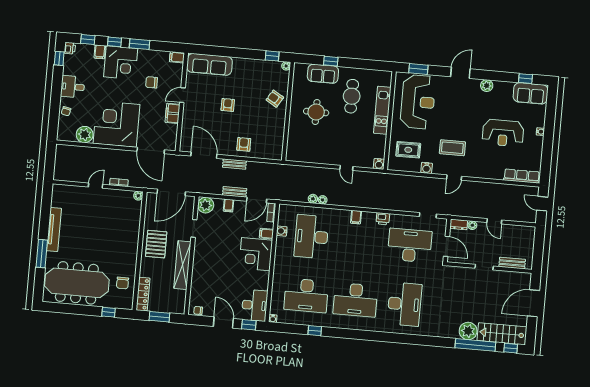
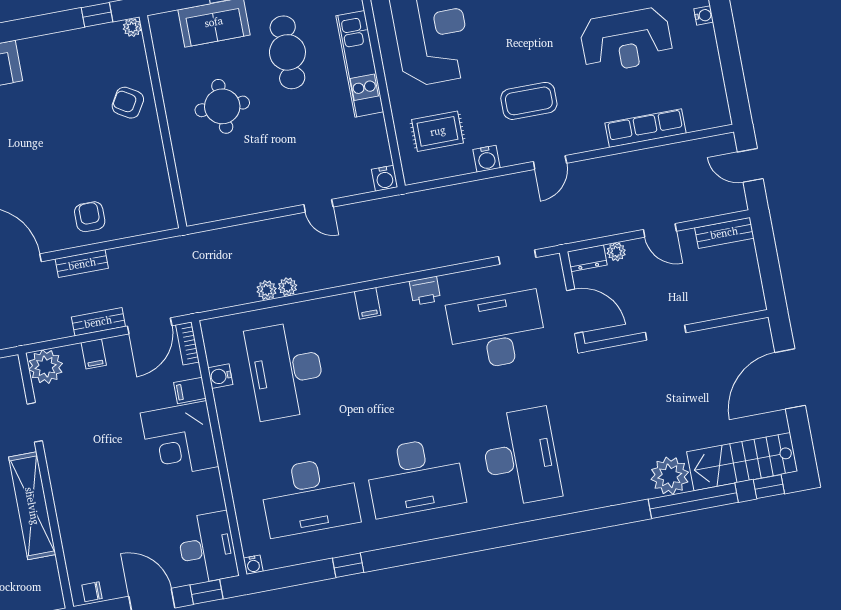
armchair: (228, 105) -> (33, 144), removed
row of seats: (522, 176) -> (646, 128), moved
bench: (512, 263) -> (724, 233), moved

